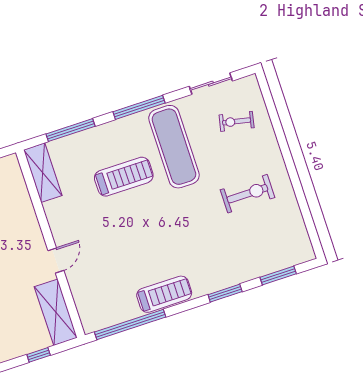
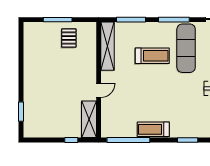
shelving: (43, 173) -> (108, 46), width x1.47
treadmill: (164, 294) -> (153, 129), turned 180

